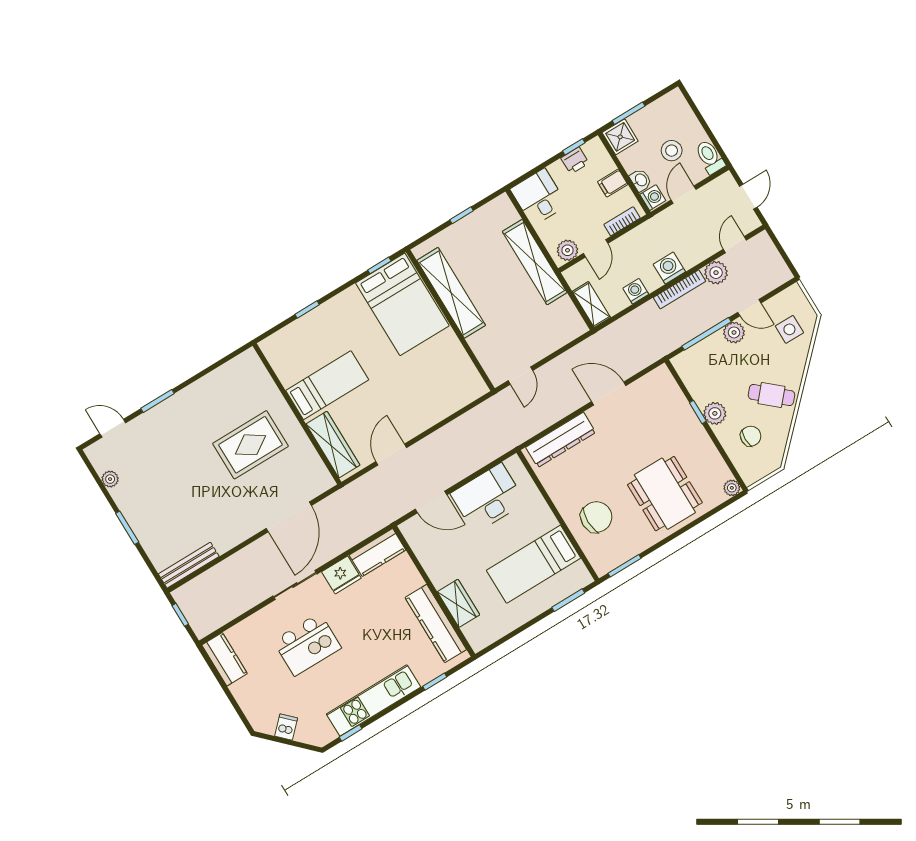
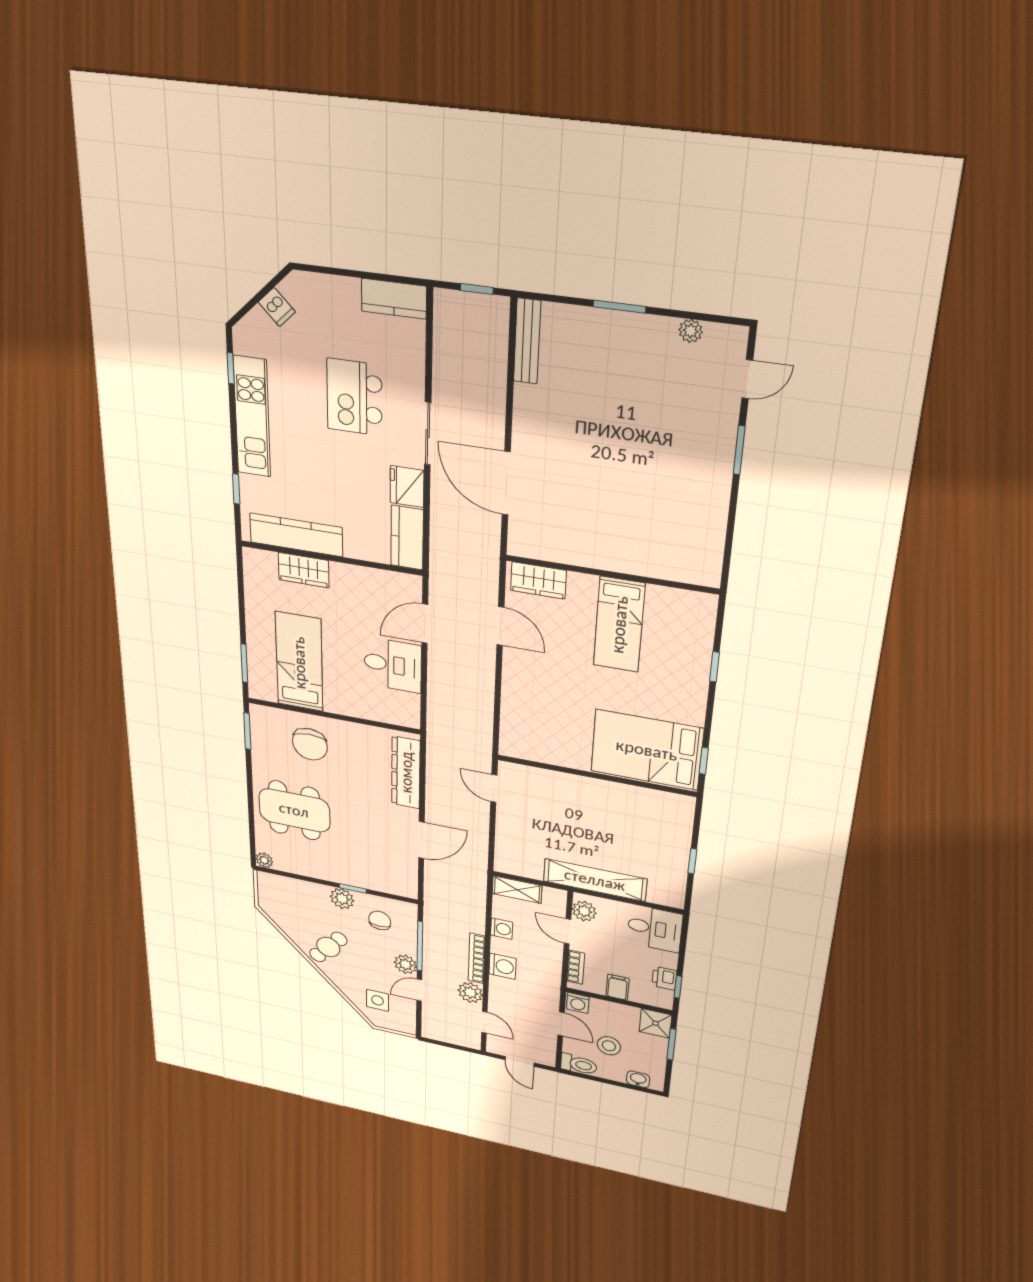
washbasin: (641, 180) -> (638, 1079), moved, turned 180
shelving: (451, 293) -> (623, 797), removed
chair: (751, 436) -> (380, 920), moved, turned 180
rug: (250, 445) -> (614, 506), removed
wardrobe: (333, 445) -> (538, 580), width x0.67
desk: (488, 498) -> (393, 665), width x0.73

